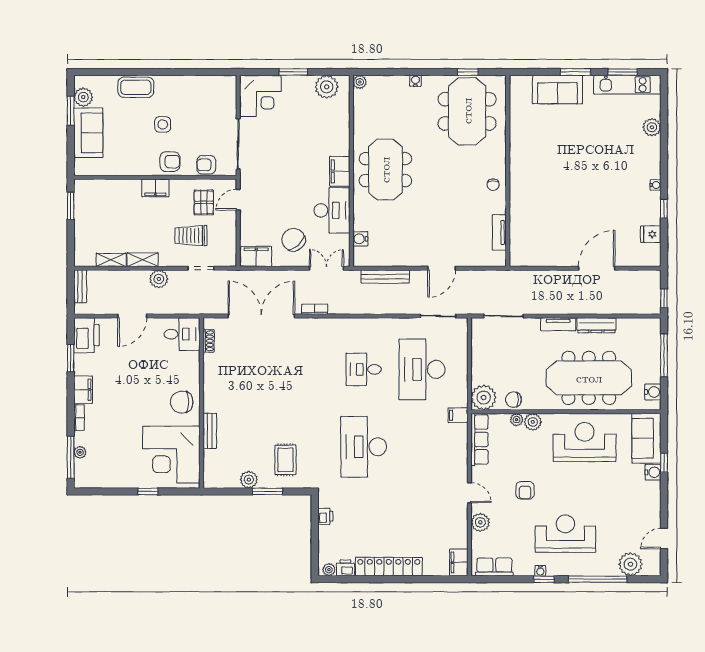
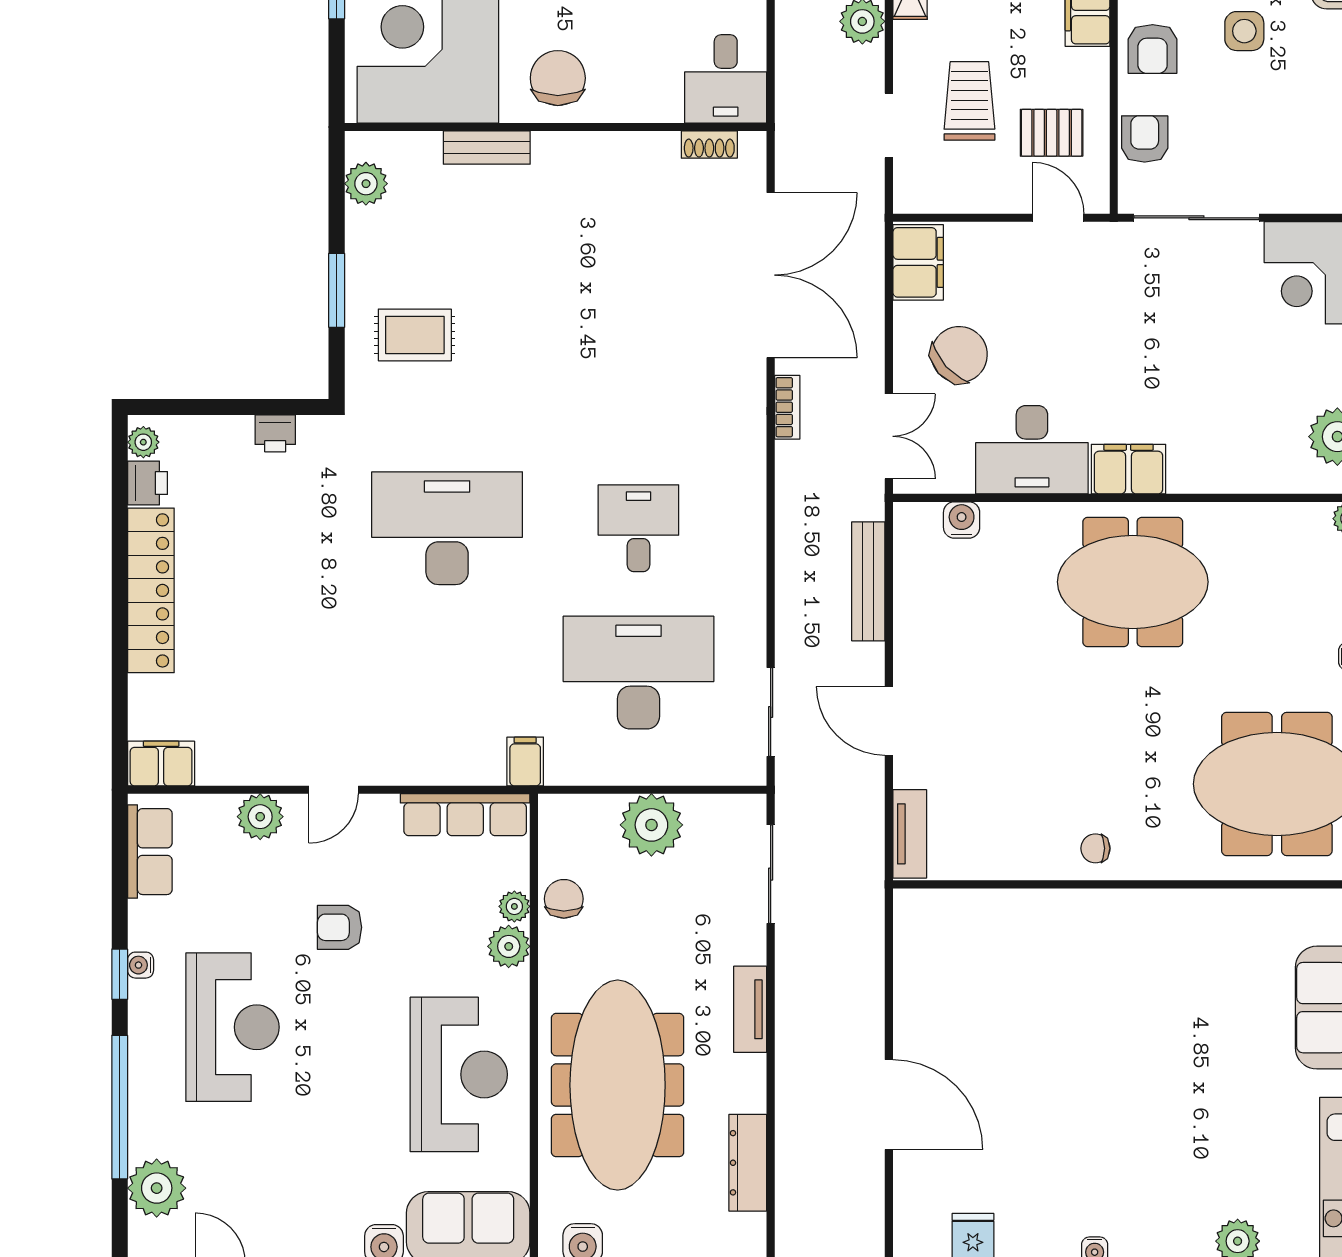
tv unit: (499, 232) -> (910, 834), moved, turned 90
dresser: (596, 325) -> (748, 1163), moved
plant: (484, 397) -> (651, 825), moved
plant: (249, 480) -> (366, 184), moved

